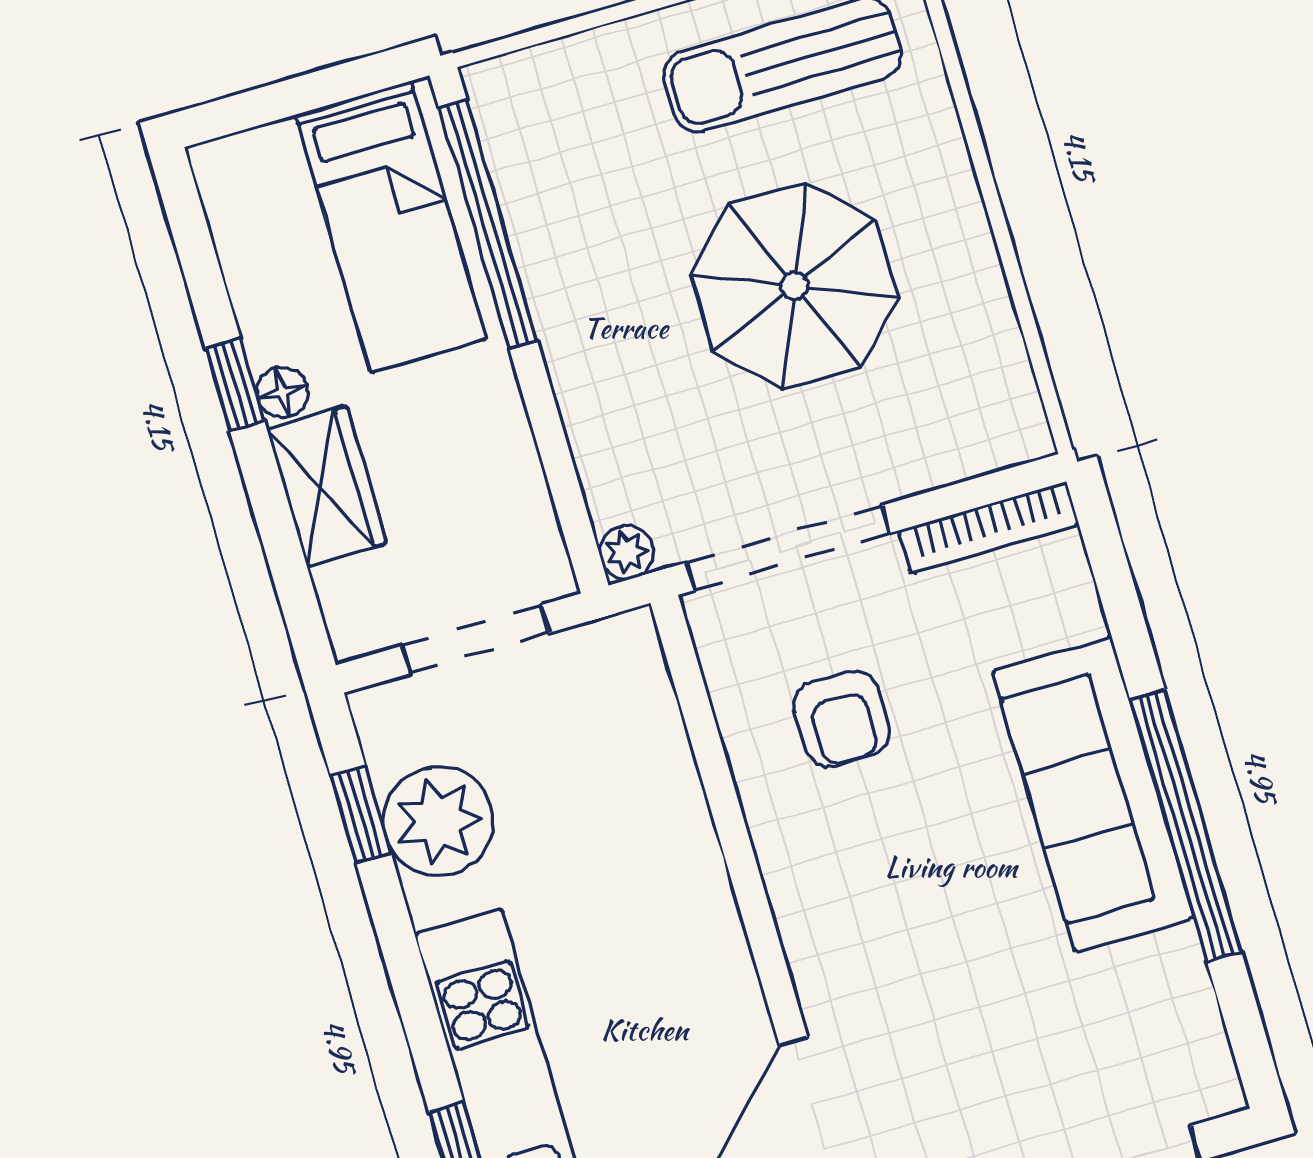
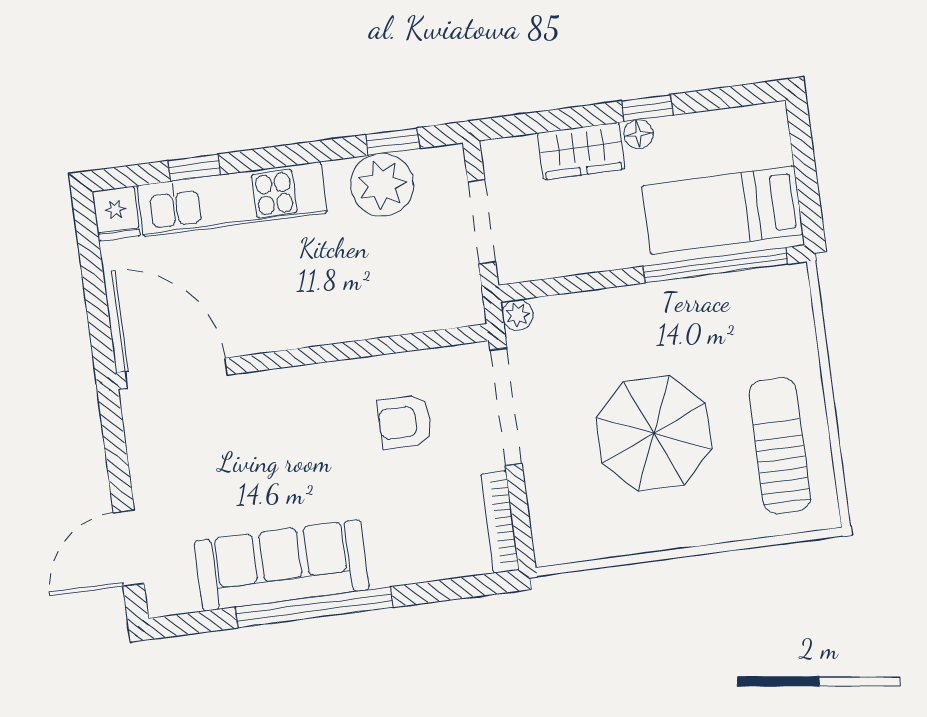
sofa: (1093, 794) -> (282, 565), moved

